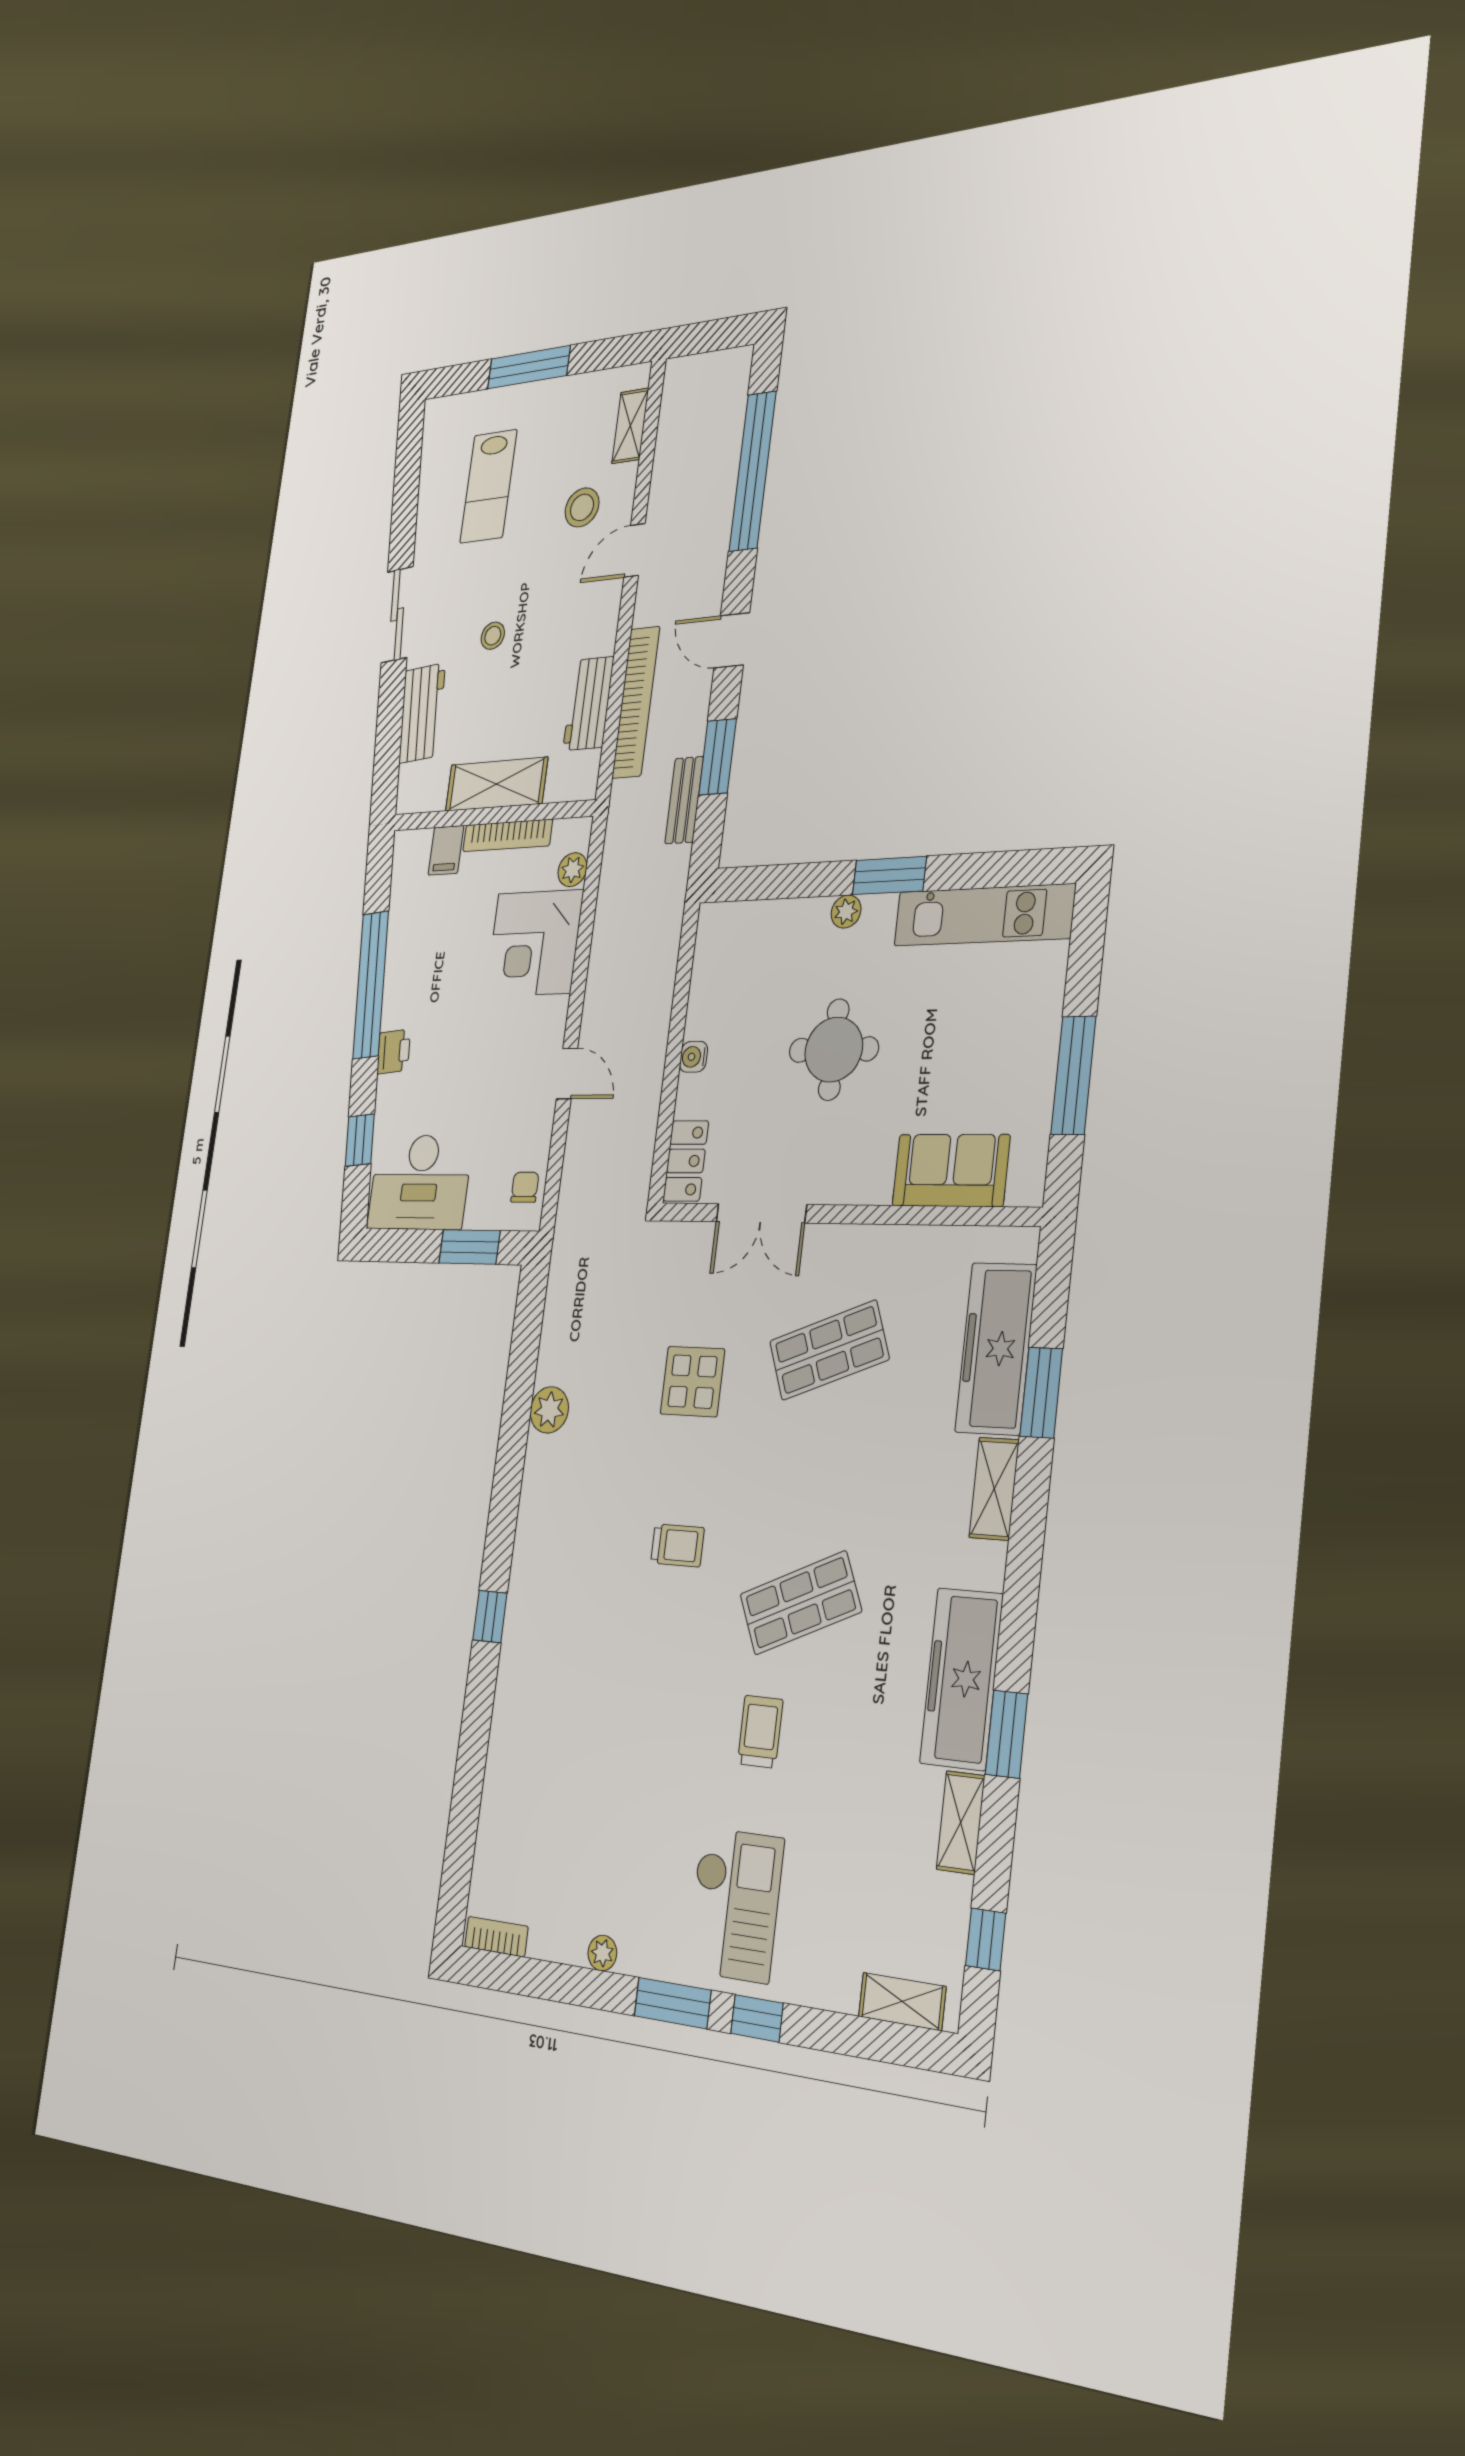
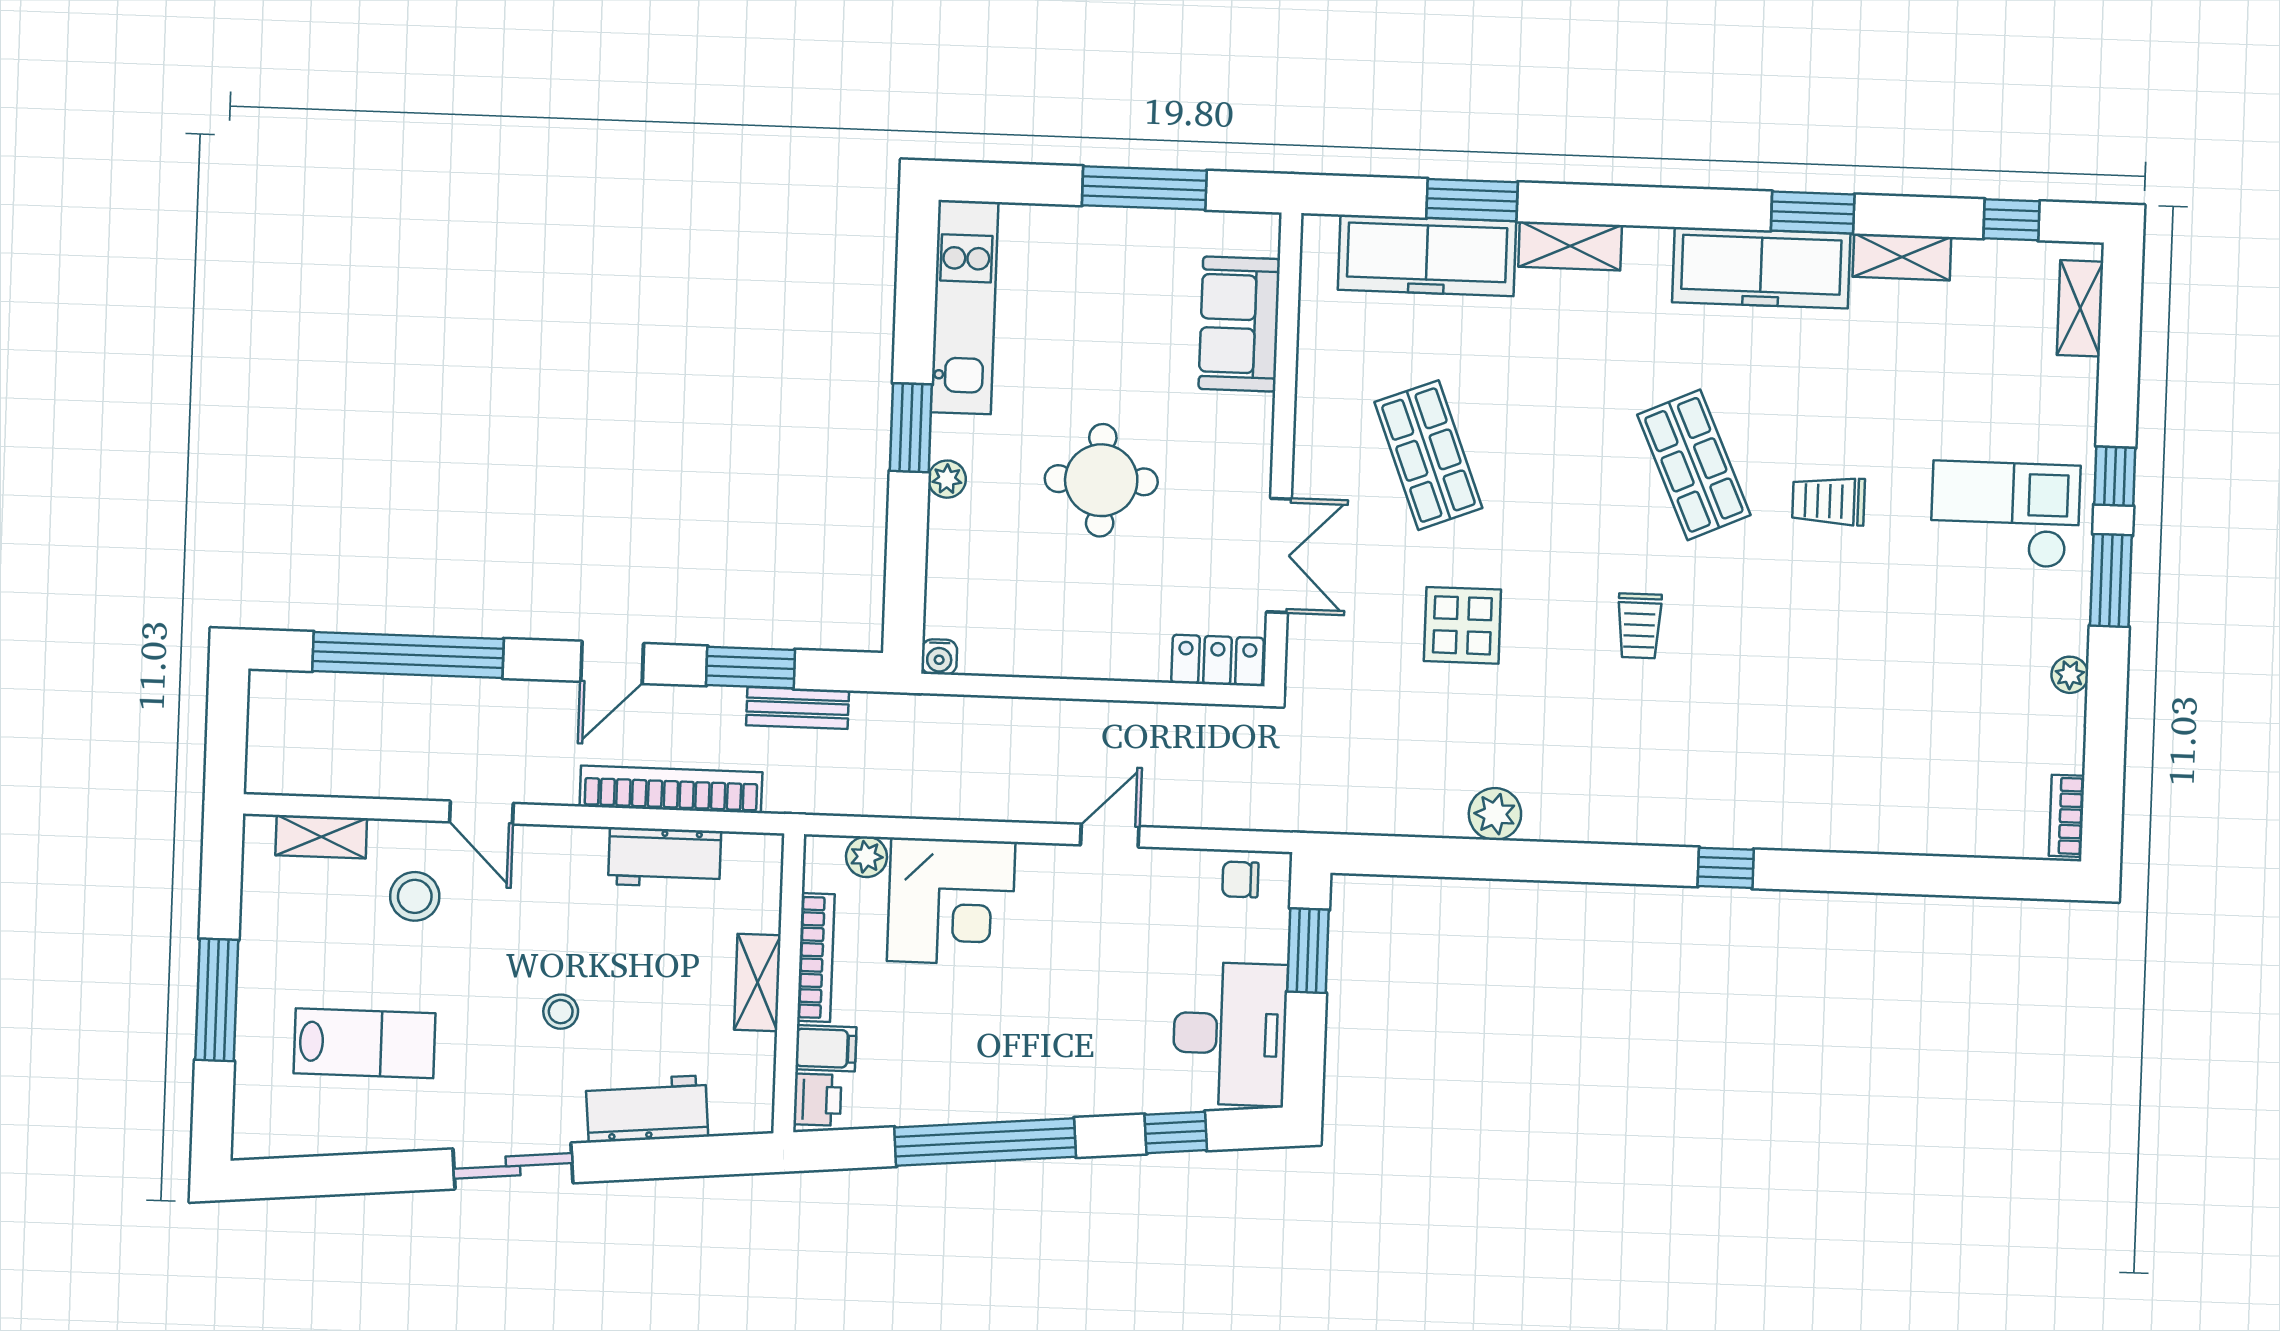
shelving: (496, 784) -> (757, 983), width x0.67, depth x0.75
printer: (394, 1052) -> (817, 1100), moved, turned 95
water cooler: (694, 1057) -> (939, 657), moved
trolley: (677, 1545) -> (1639, 626), turned 180

